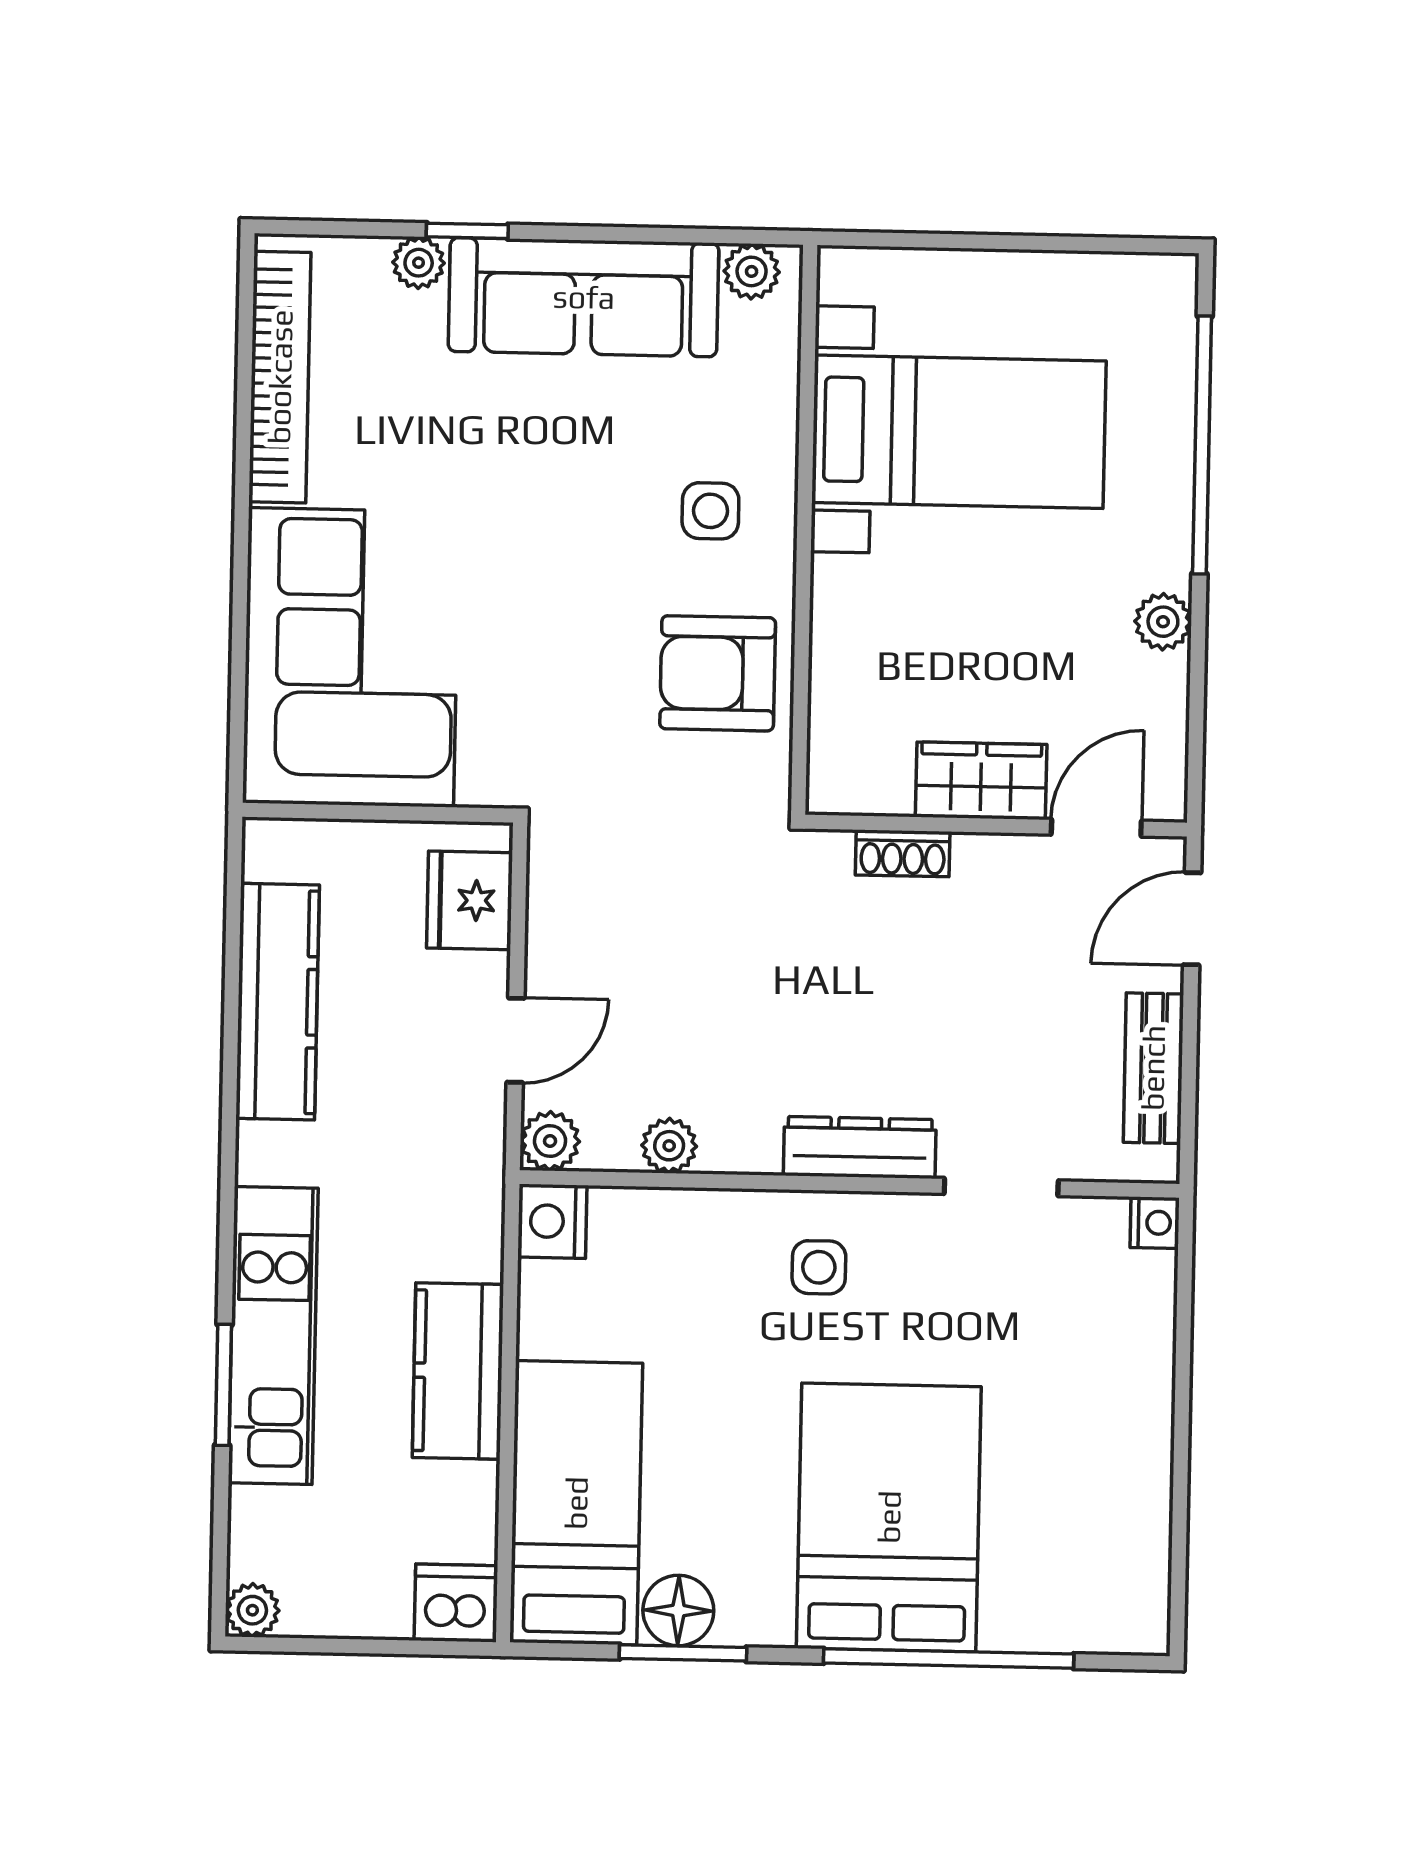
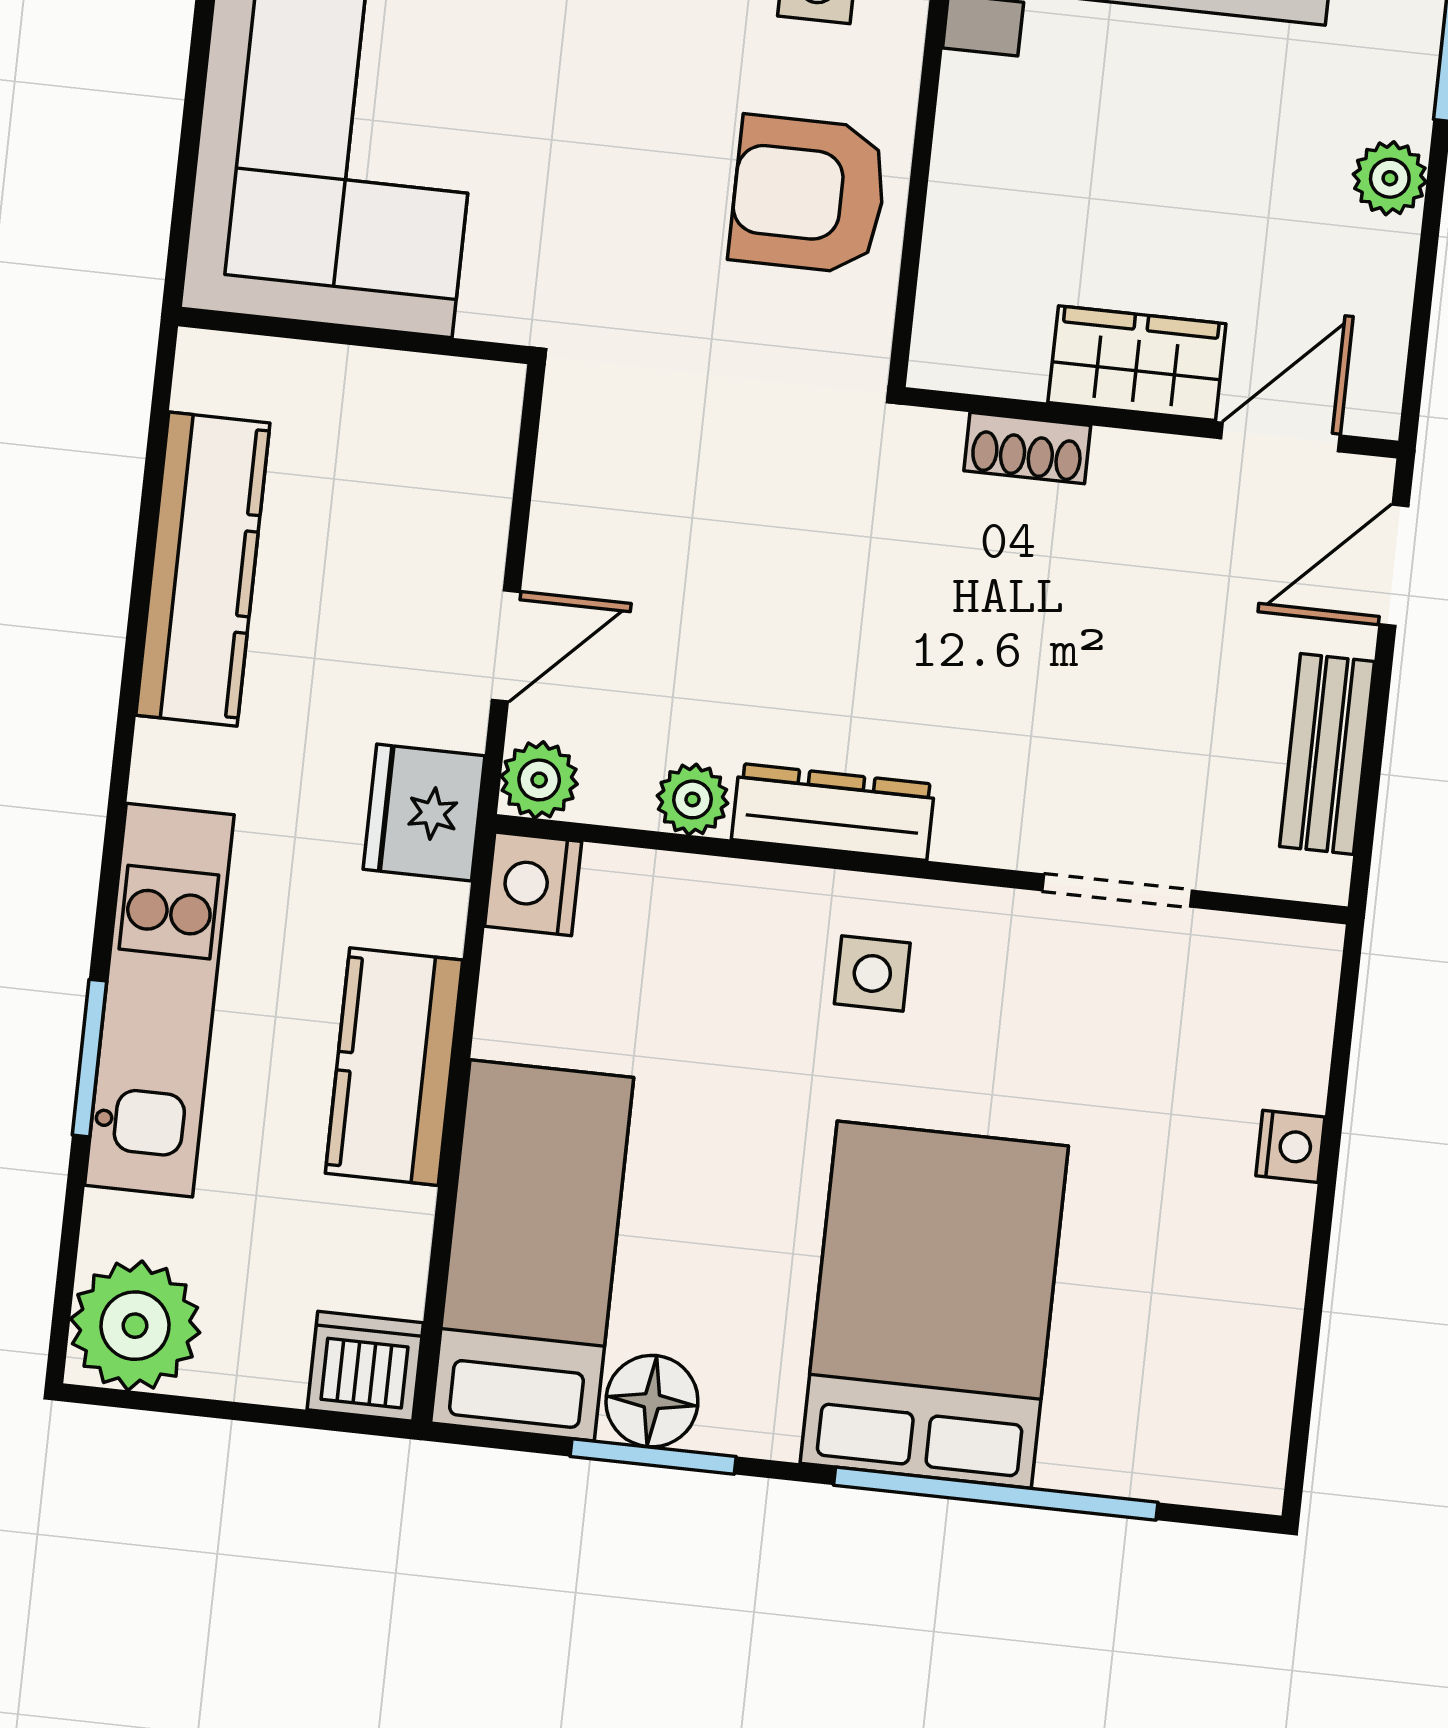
fridge: (470, 900) -> (424, 813), moved
dresser: (860, 1148) -> (833, 812), moved
nightstand: (1155, 1223) -> (1290, 1146), moved
plant: (252, 1610) -> (135, 1326), width x1.87, depth x1.87

